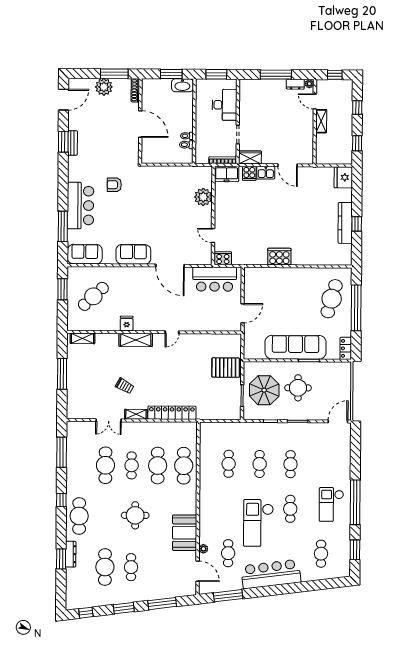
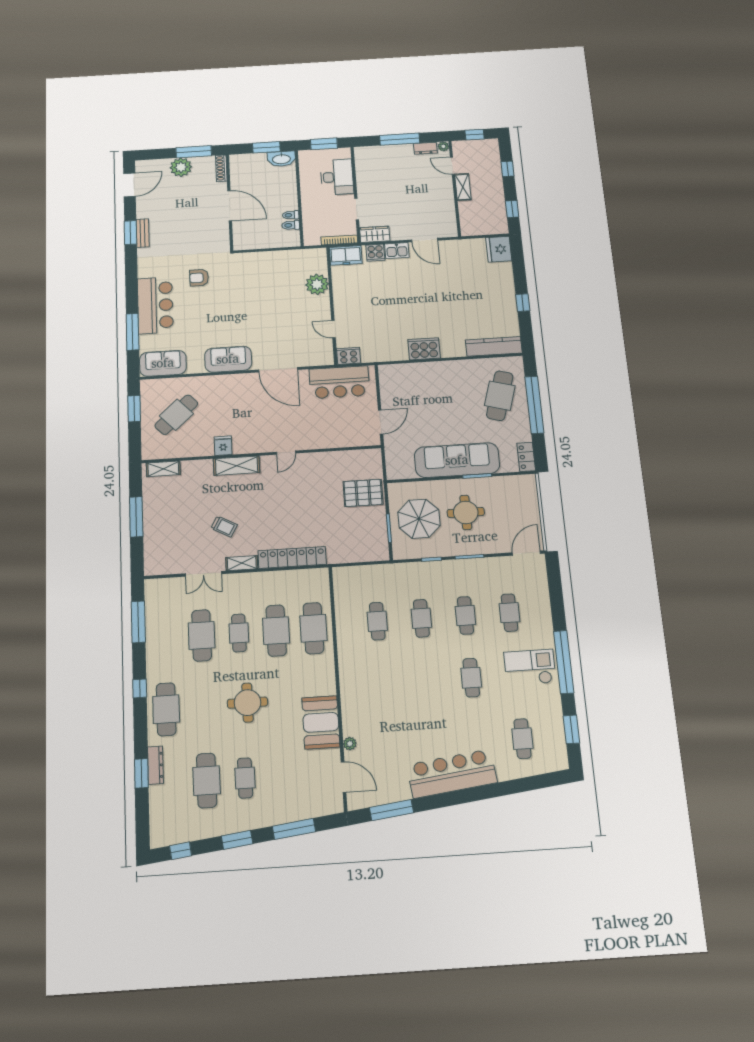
kitchen counter: (345, 223) -> (494, 346), moved, turned 90
checkout: (331, 504) -> (530, 667), turned 90
checkout: (258, 523) -> (427, 701), removed
cafe table: (228, 553) -> (509, 613), moved

